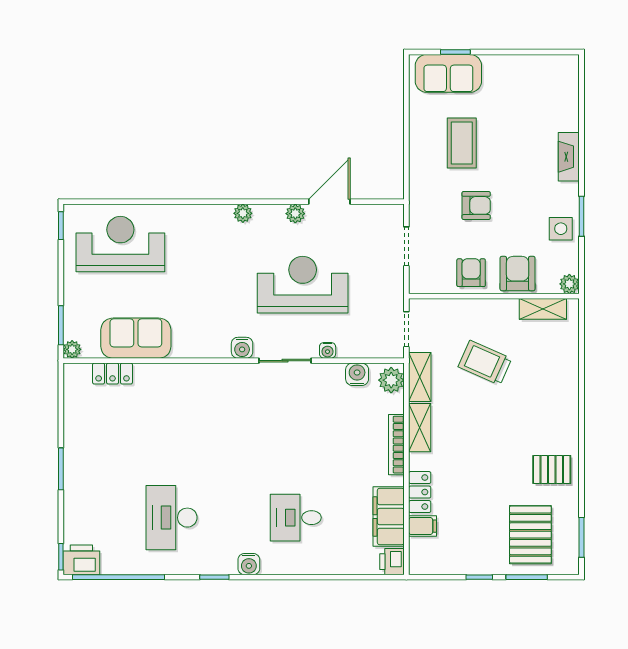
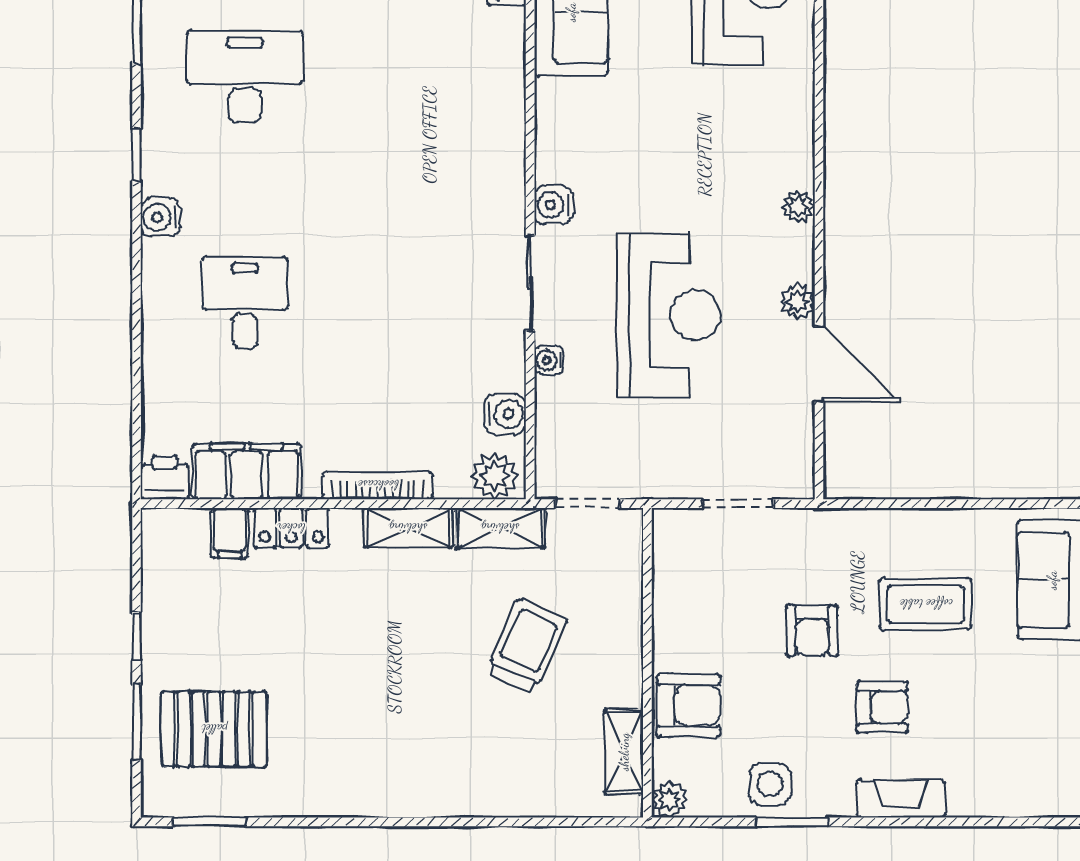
armchair: (471, 273) -> (882, 707), moved
pallet: (552, 469) -> (332, 768), removed

